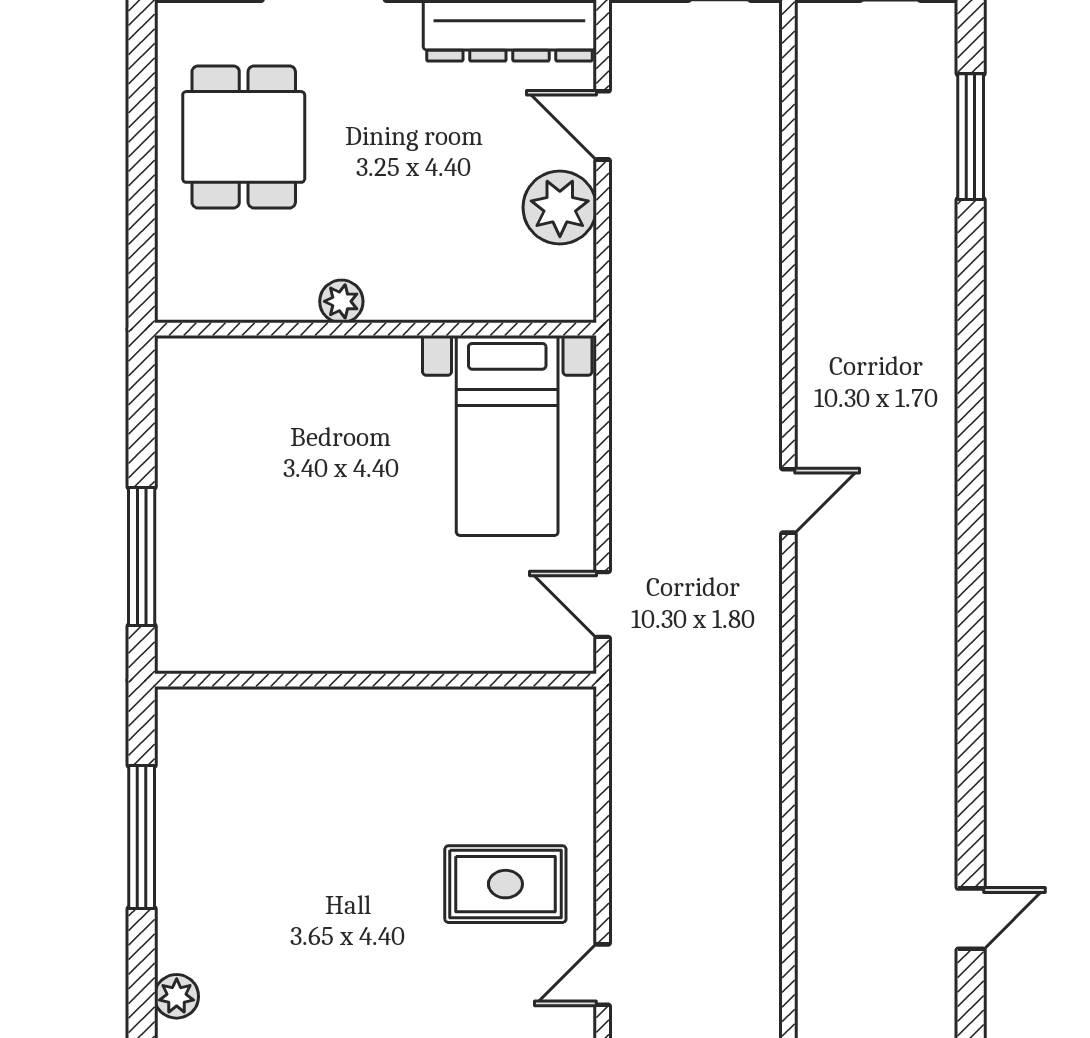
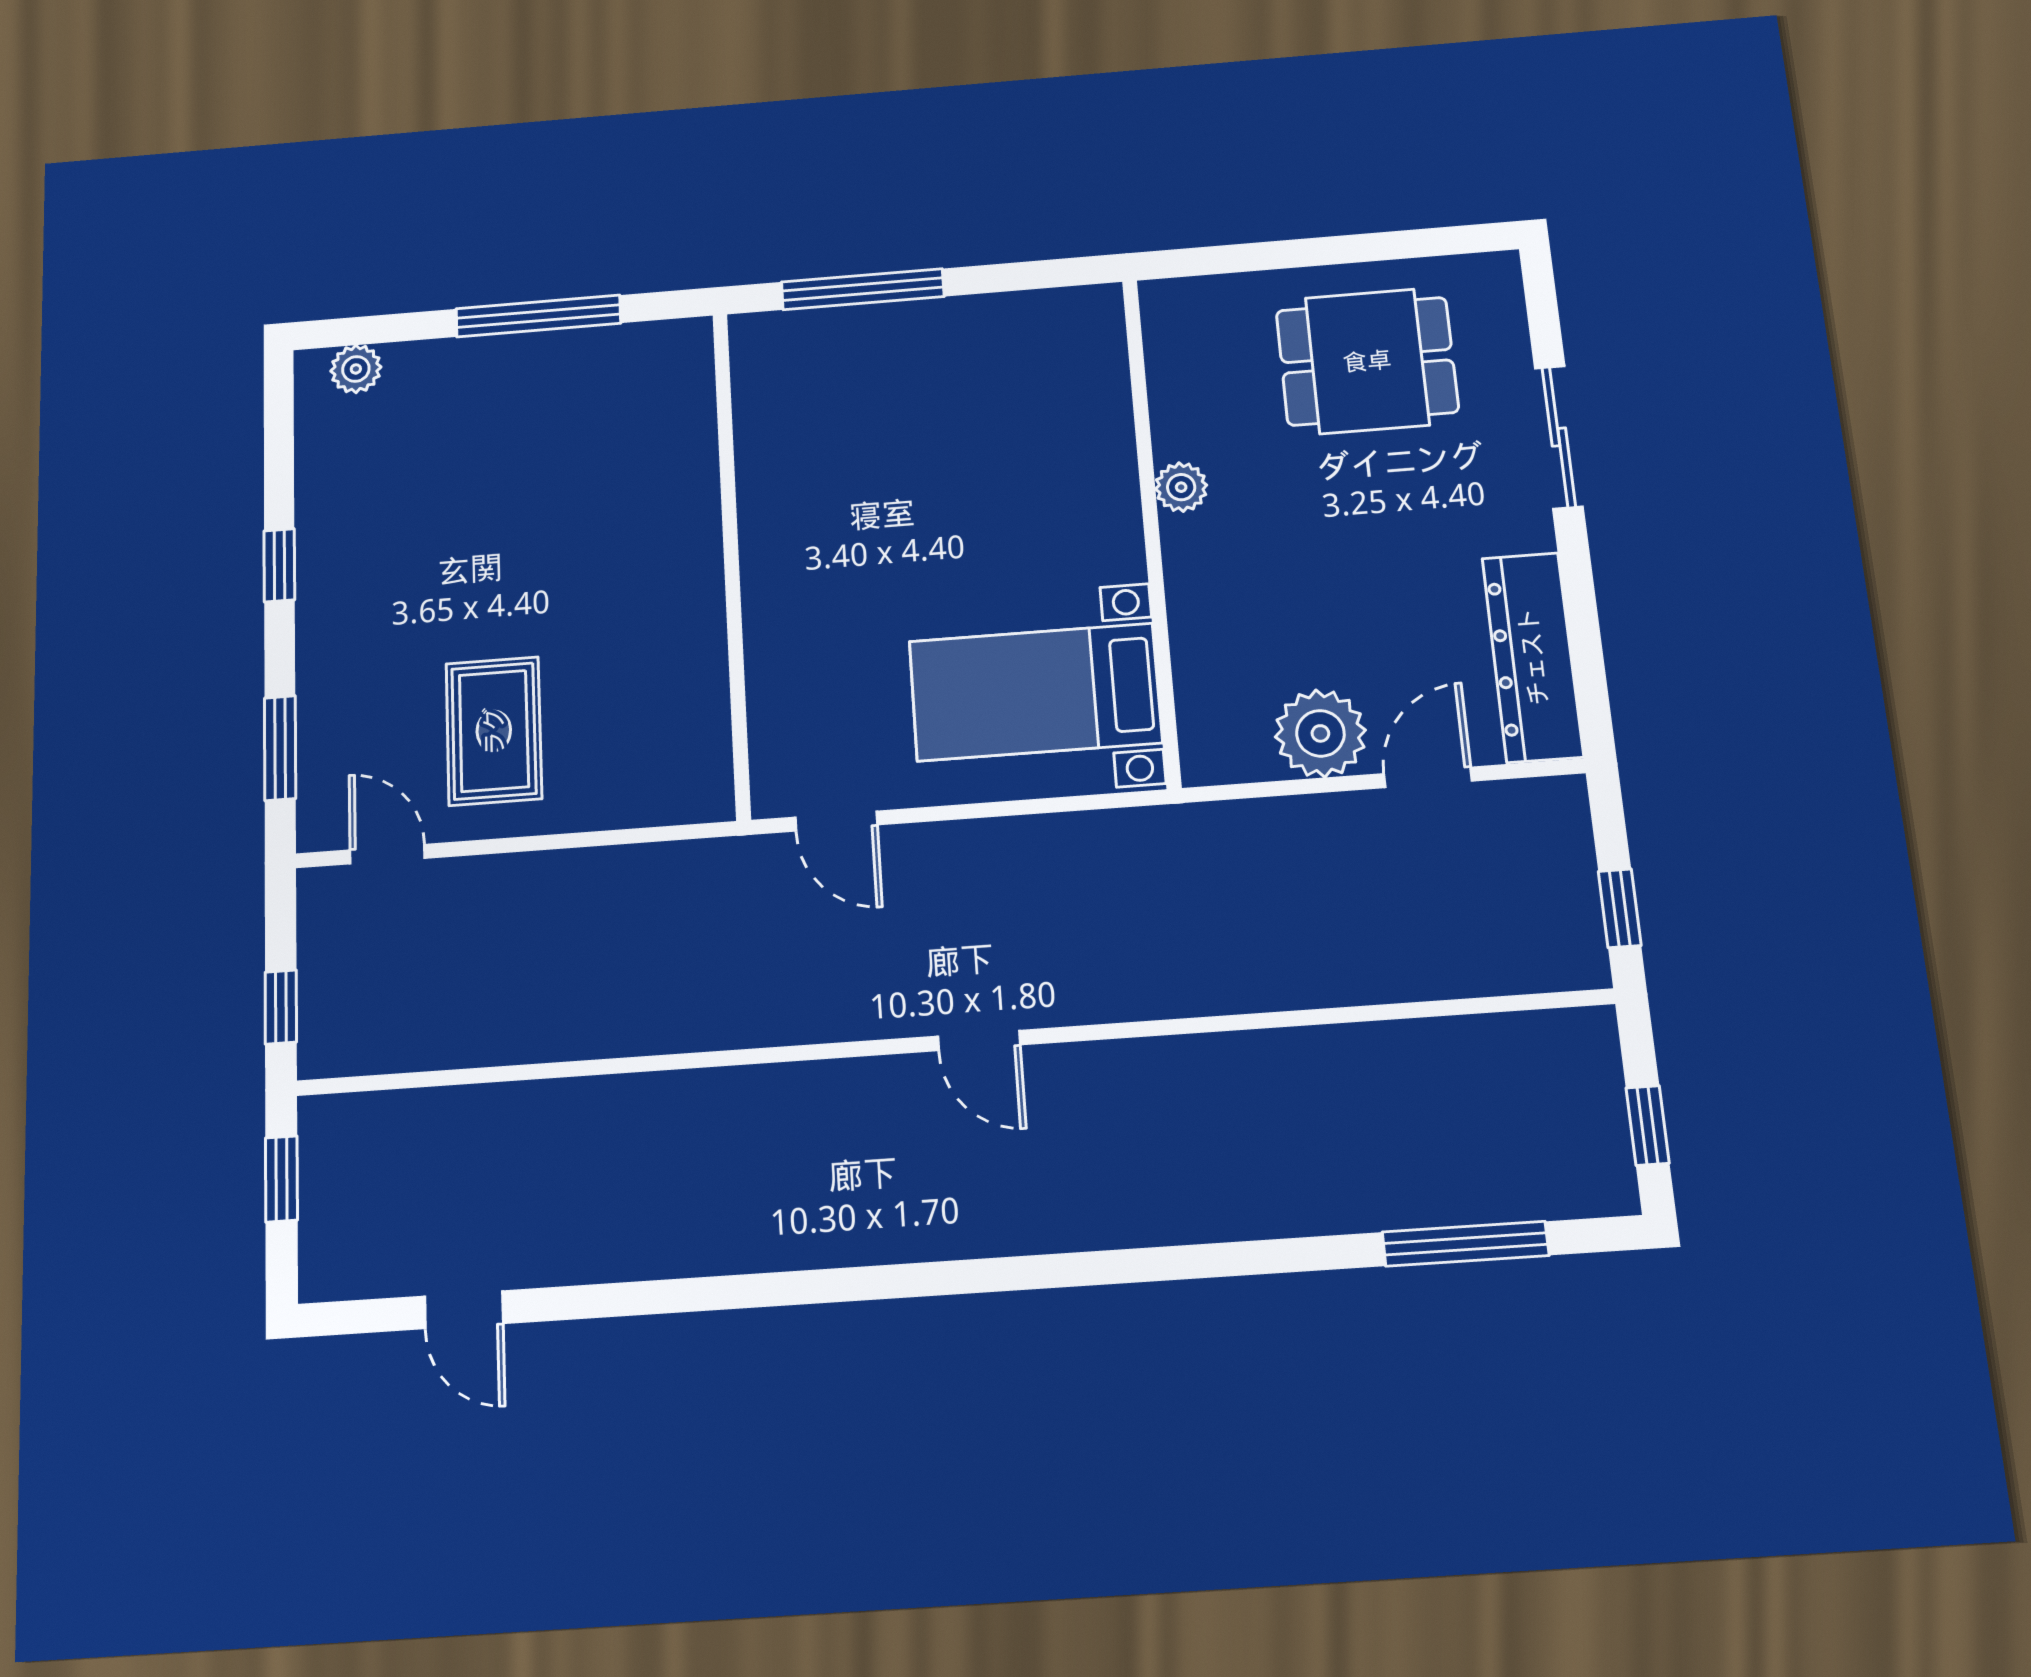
door: (603, 605) -> (836, 821), swing flipped

